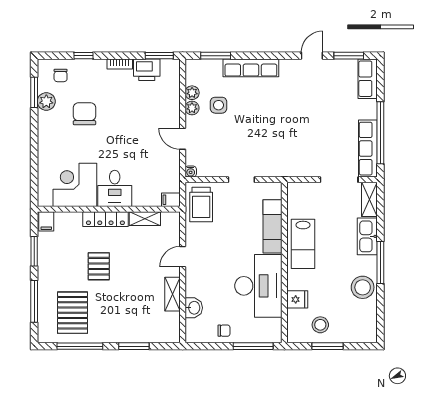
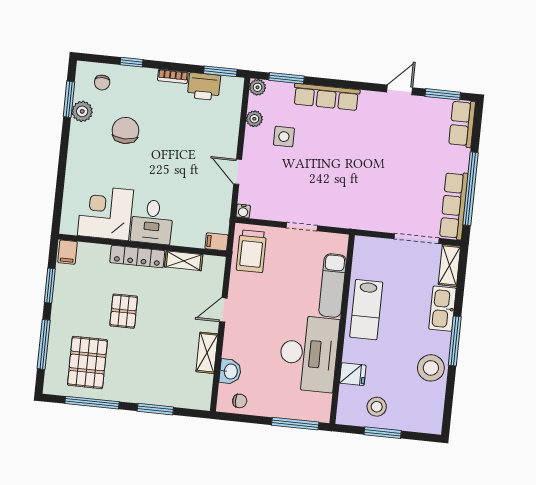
plant: (192, 108) -> (258, 87), moved
chair: (224, 331) -> (240, 401), moved

